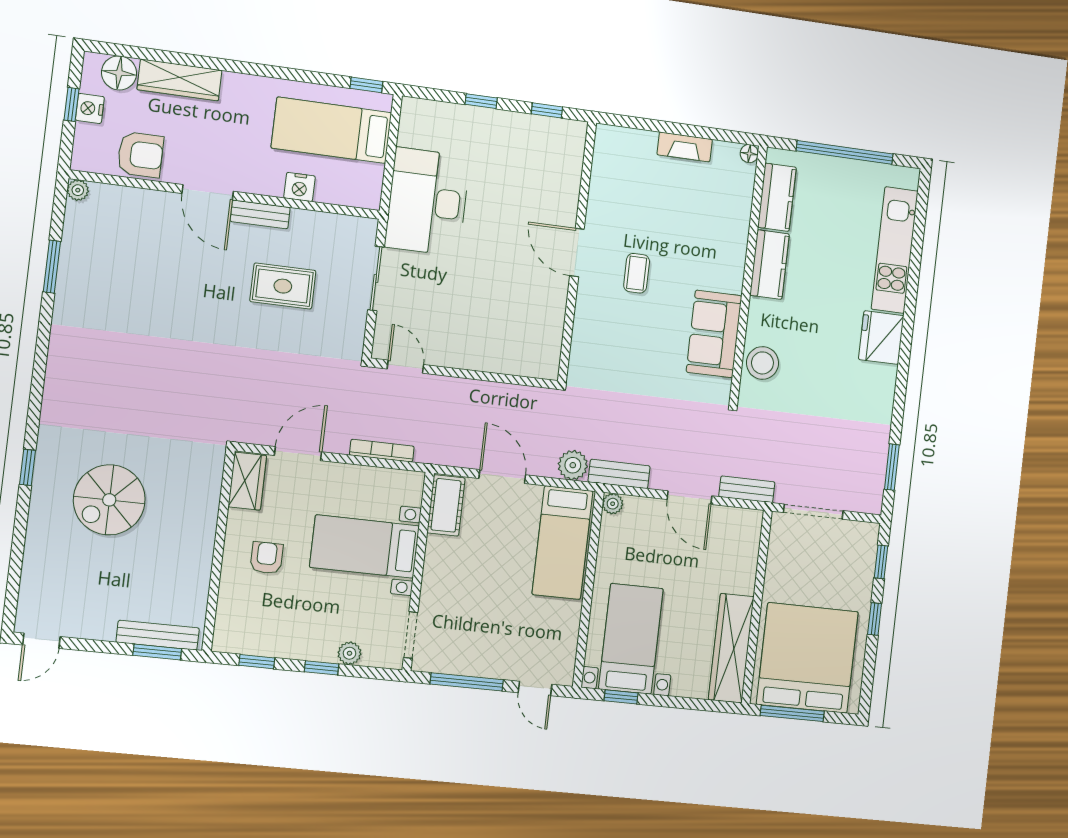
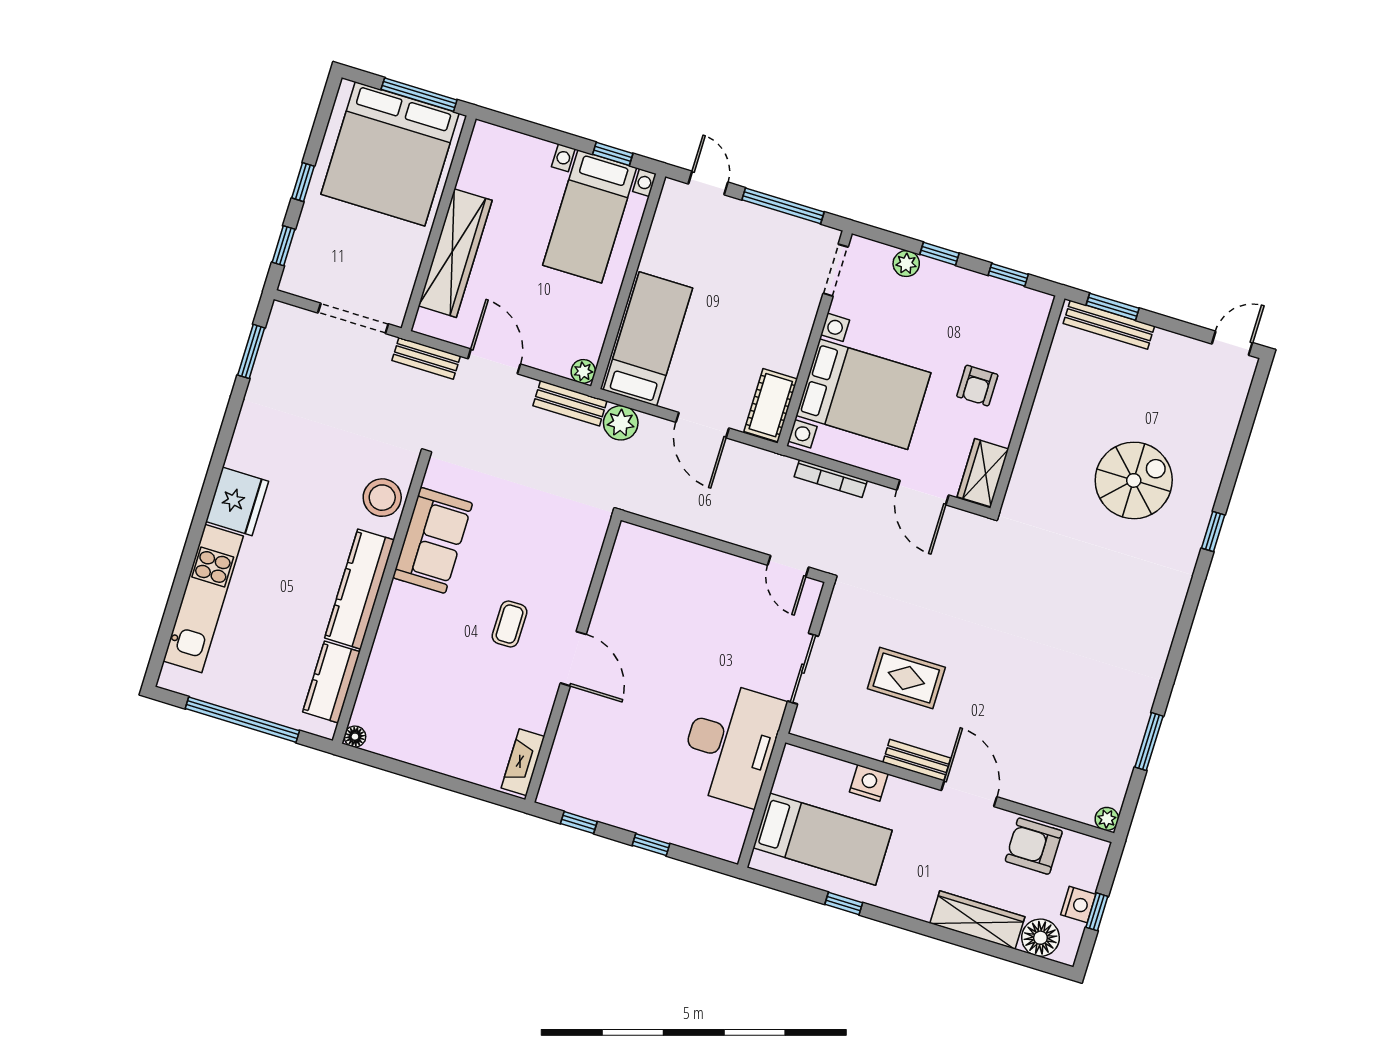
window: (366, 85) -> (844, 904), moved
fireplace: (685, 147) -> (523, 762), moved, turned -90
kitchen counter: (770, 265) -> (359, 589), width x1.50
door: (298, 454) -> (923, 493), hinge flipped
bed with nightstands: (365, 547) -> (863, 394), width x1.36
wardrobe: (731, 648) -> (455, 253), moved

